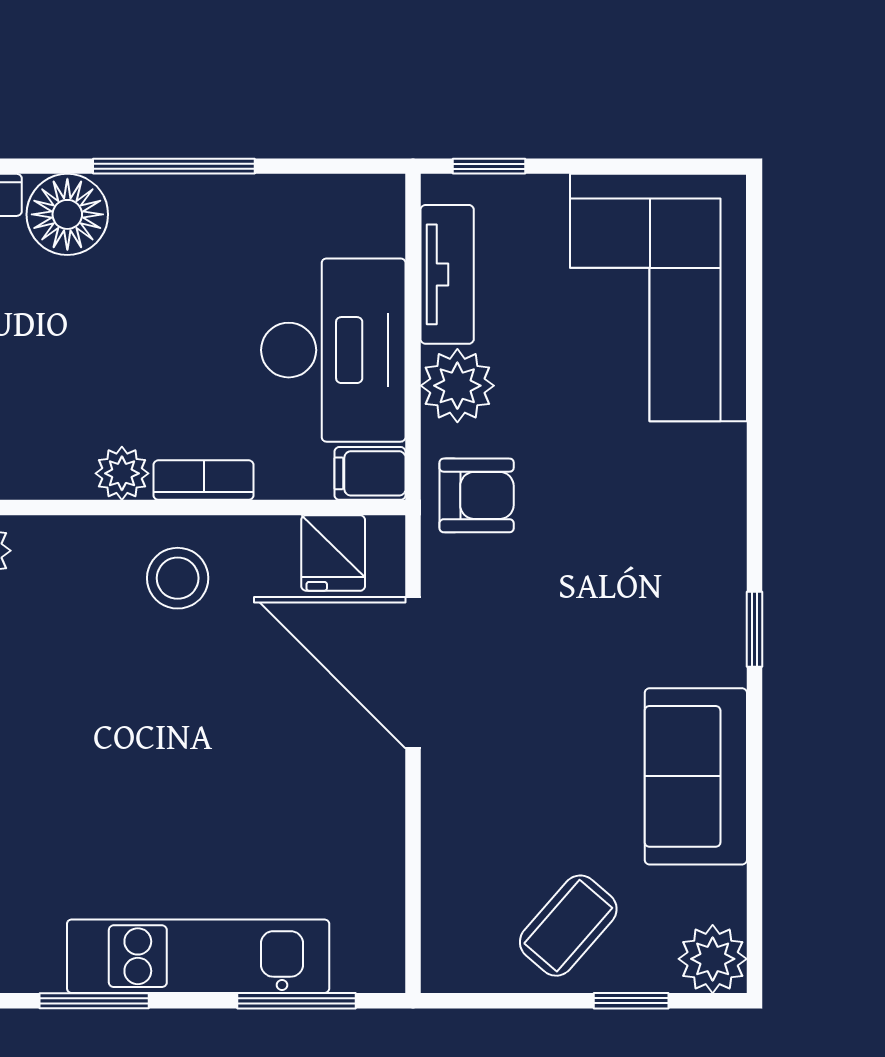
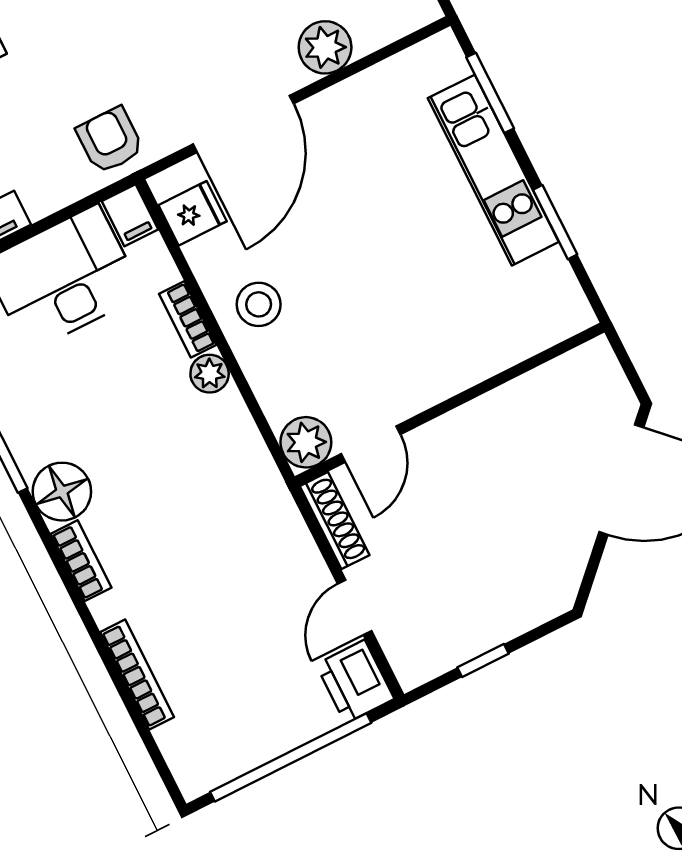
plant: (457, 386) -> (325, 47), moved

